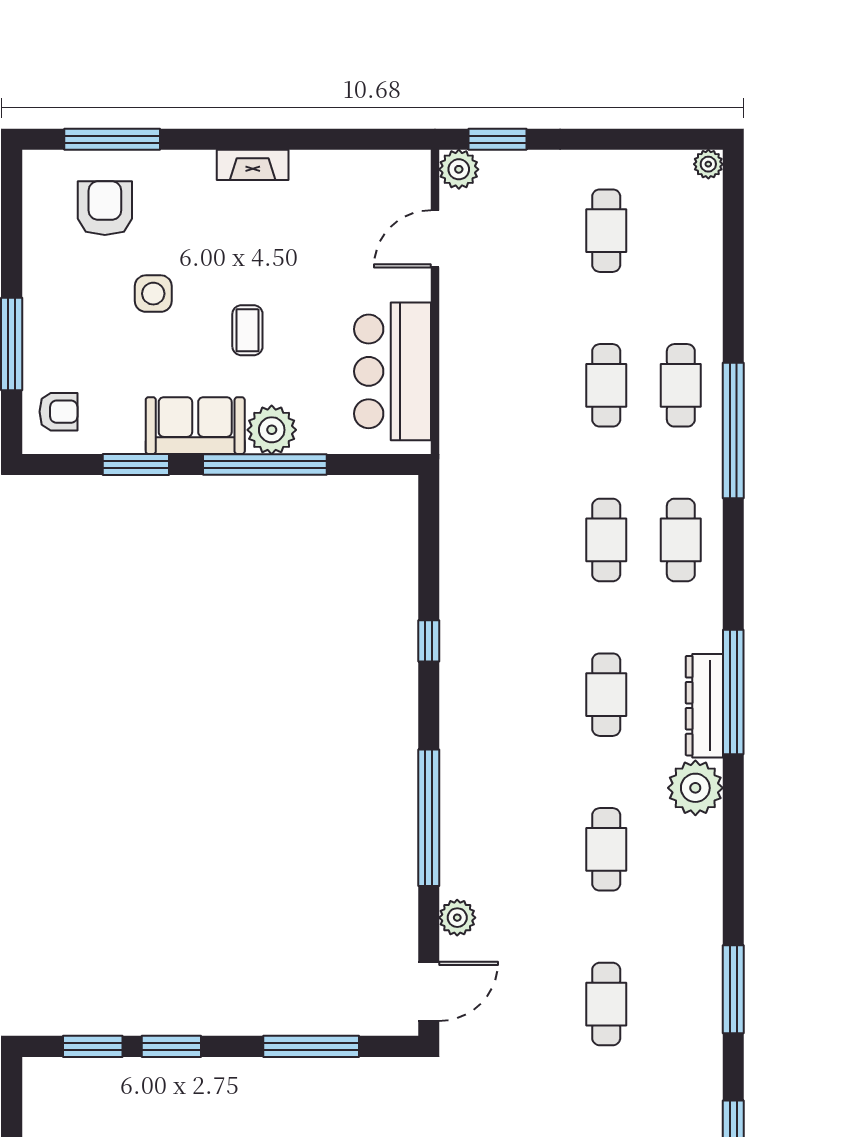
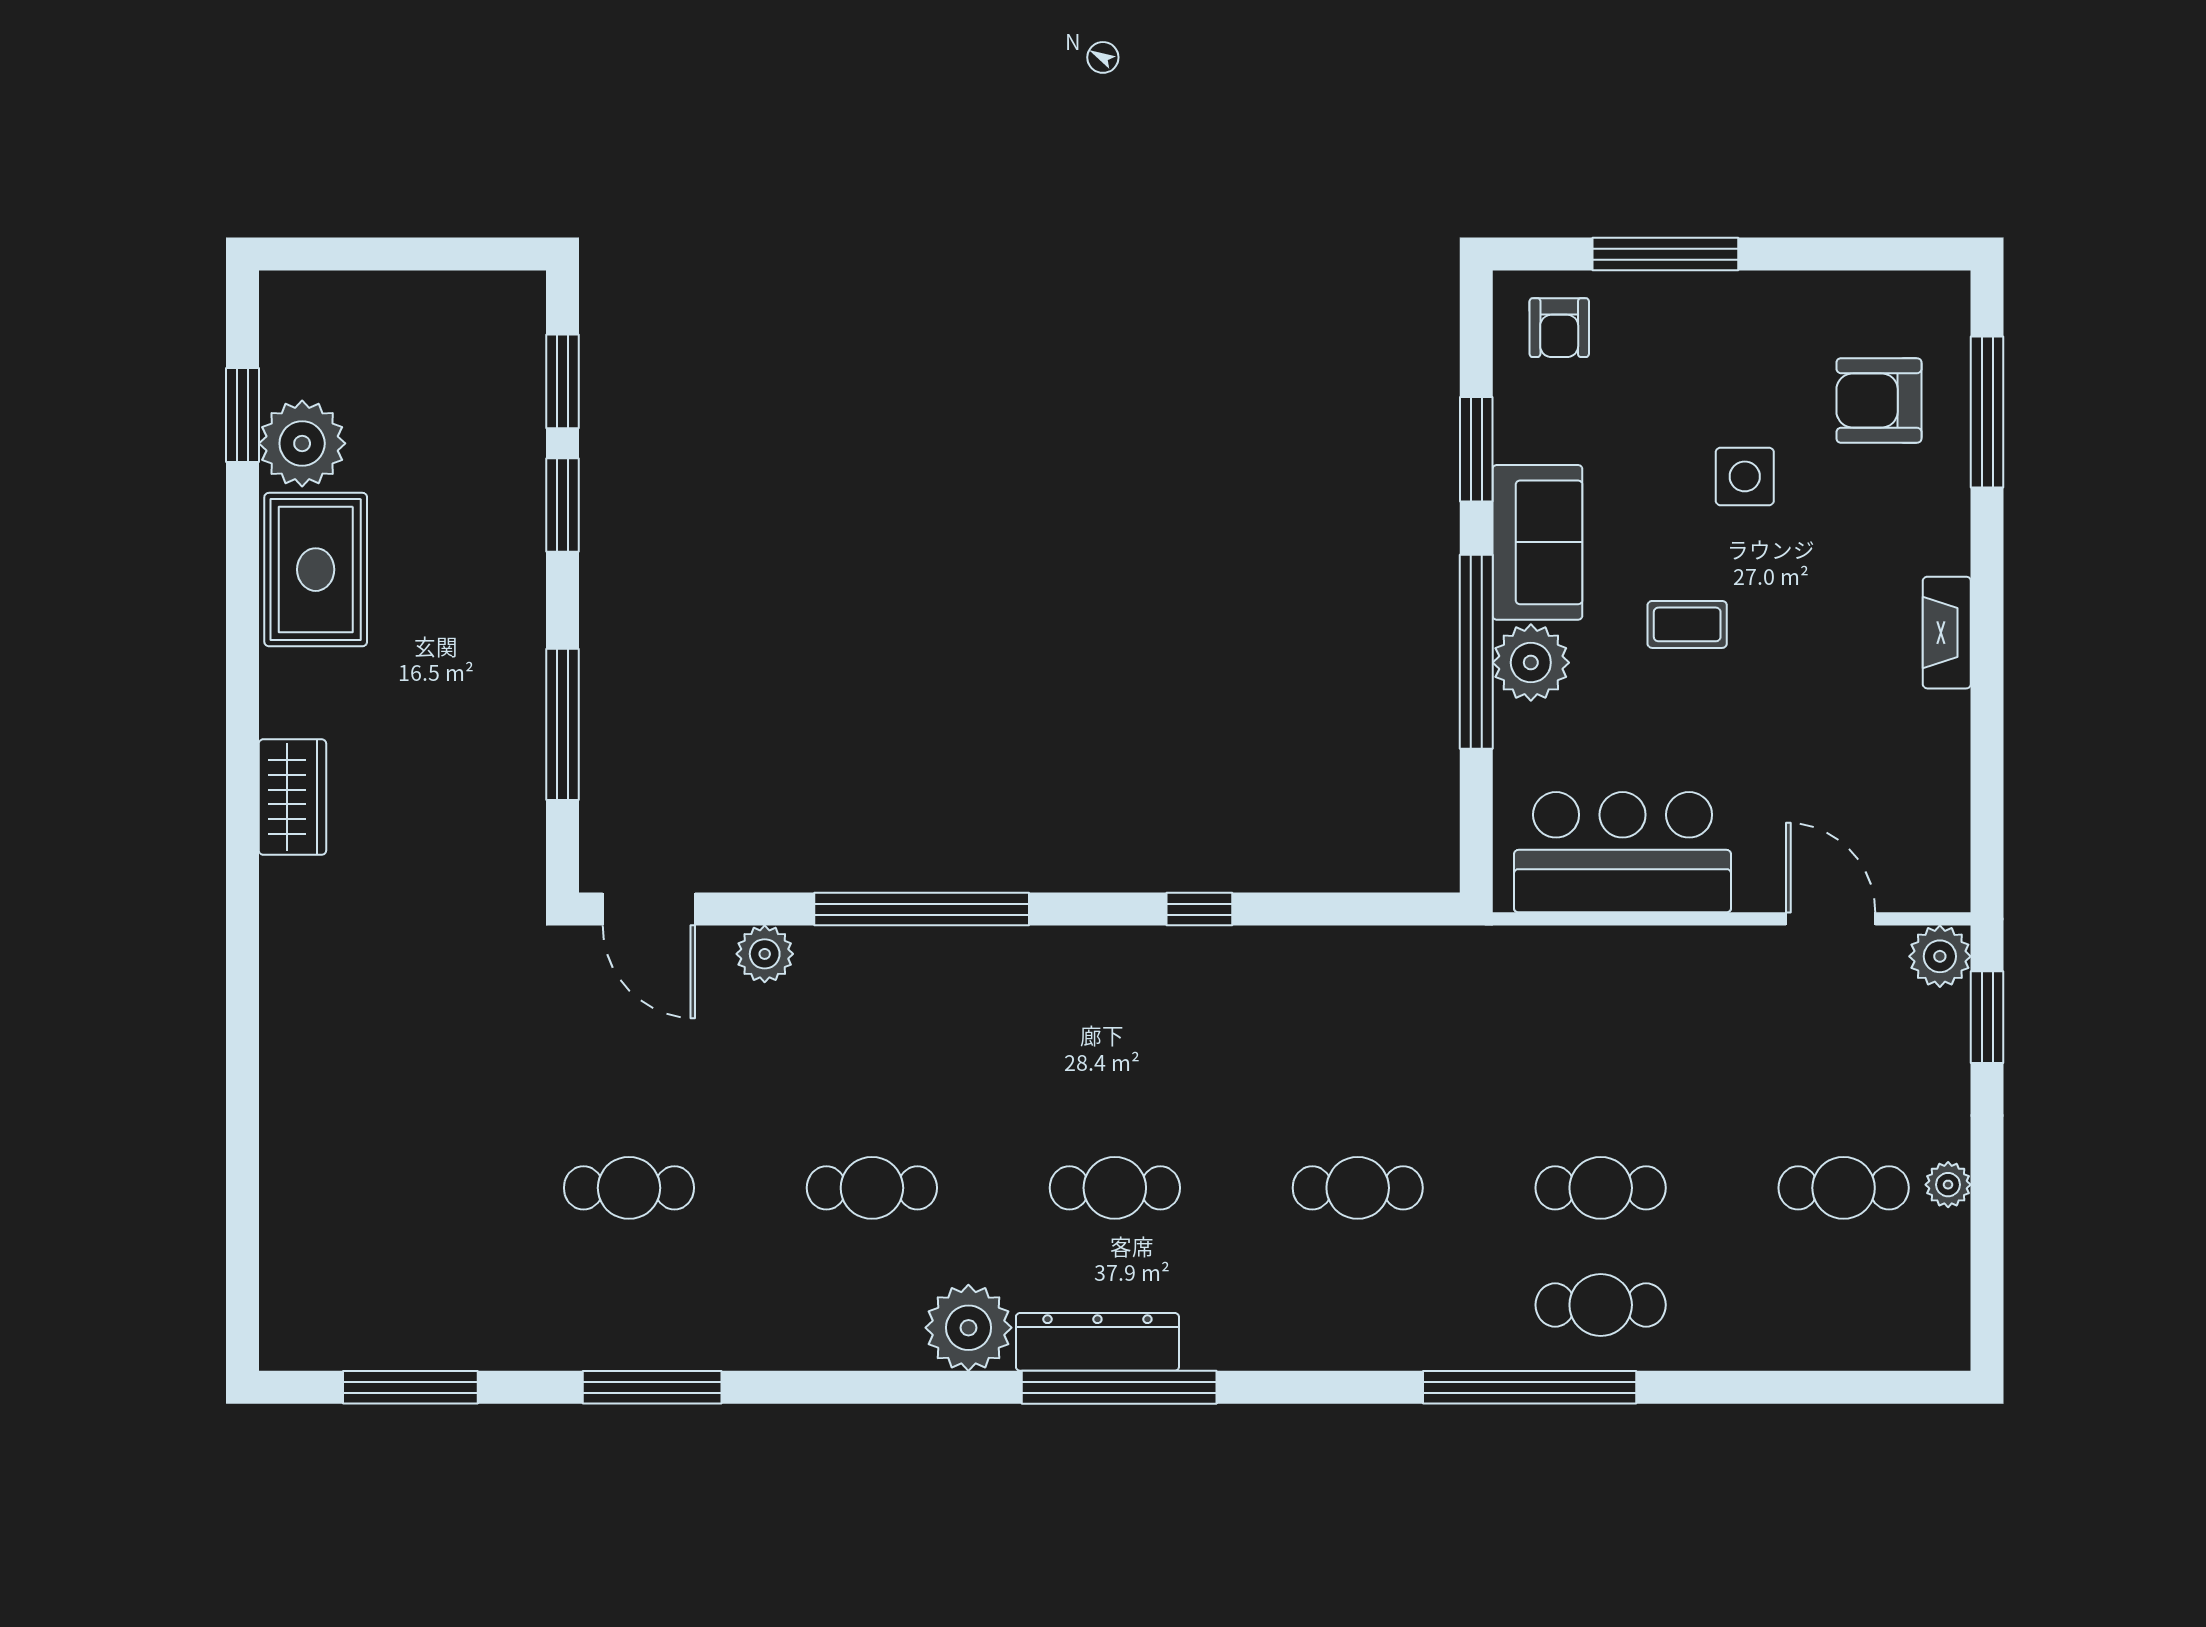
plant: (708, 164) -> (1948, 1185), moved
armchair: (105, 208) -> (1879, 400), turned 180
cafe table: (681, 540) -> (1358, 1305), removed

